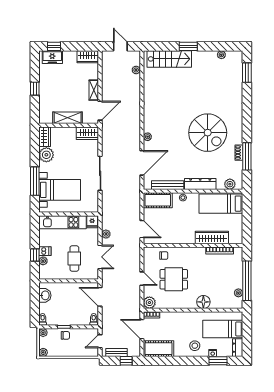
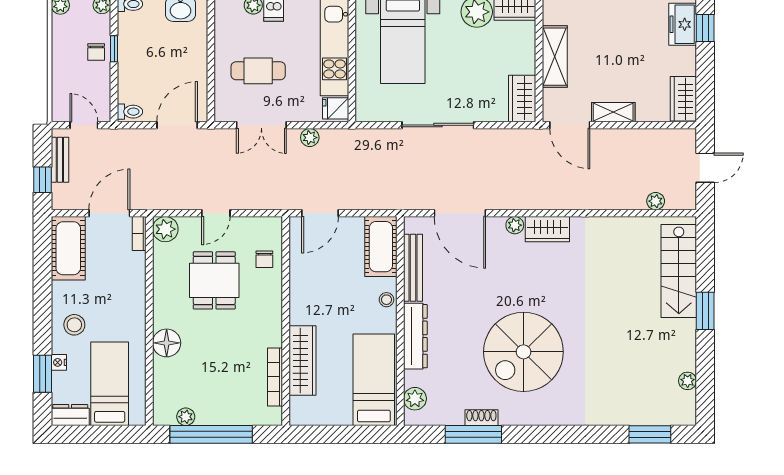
wardrobe: (149, 121) -> (547, 229), added

